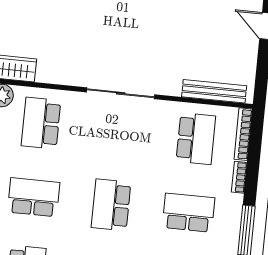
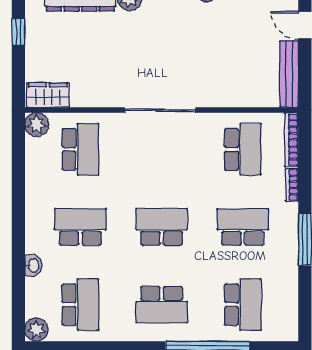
bench: (214, 91) -> (289, 74), moved, turned 90
school desk: (41, 123) -> (80, 149), turned 180
school desk: (111, 205) -> (162, 227), turned 90

